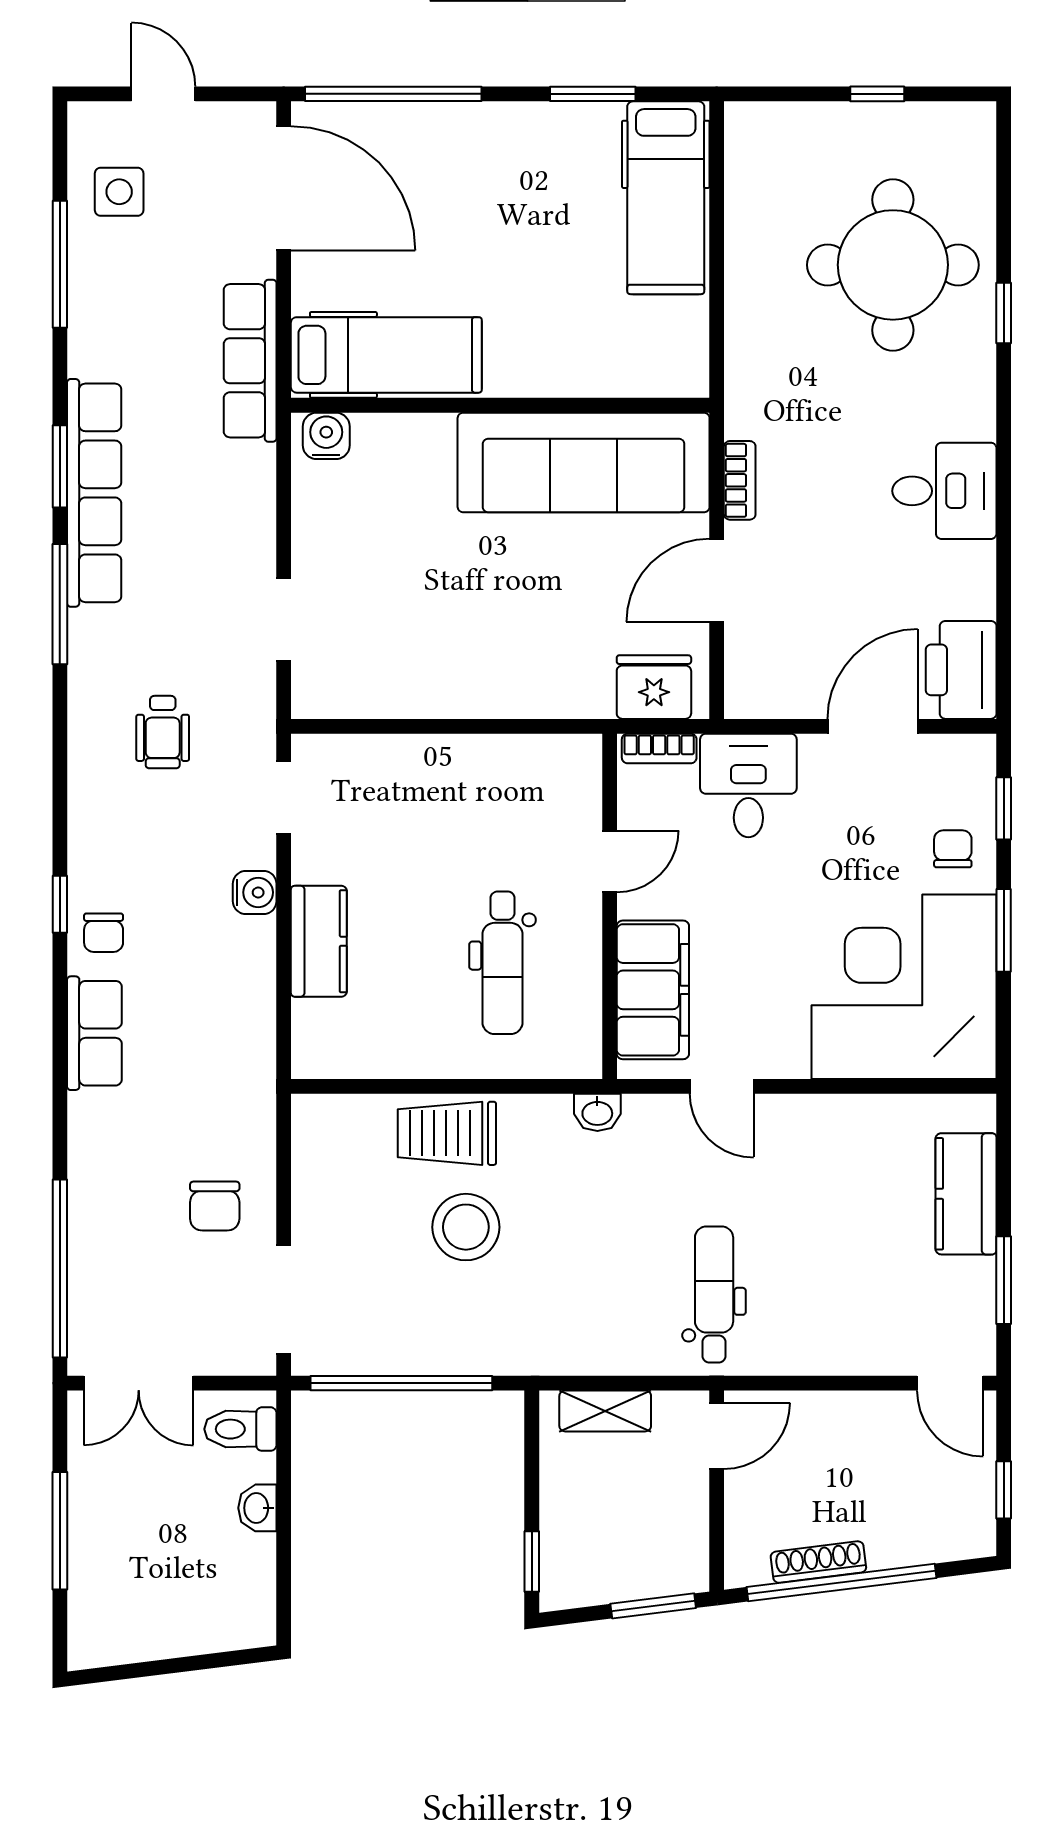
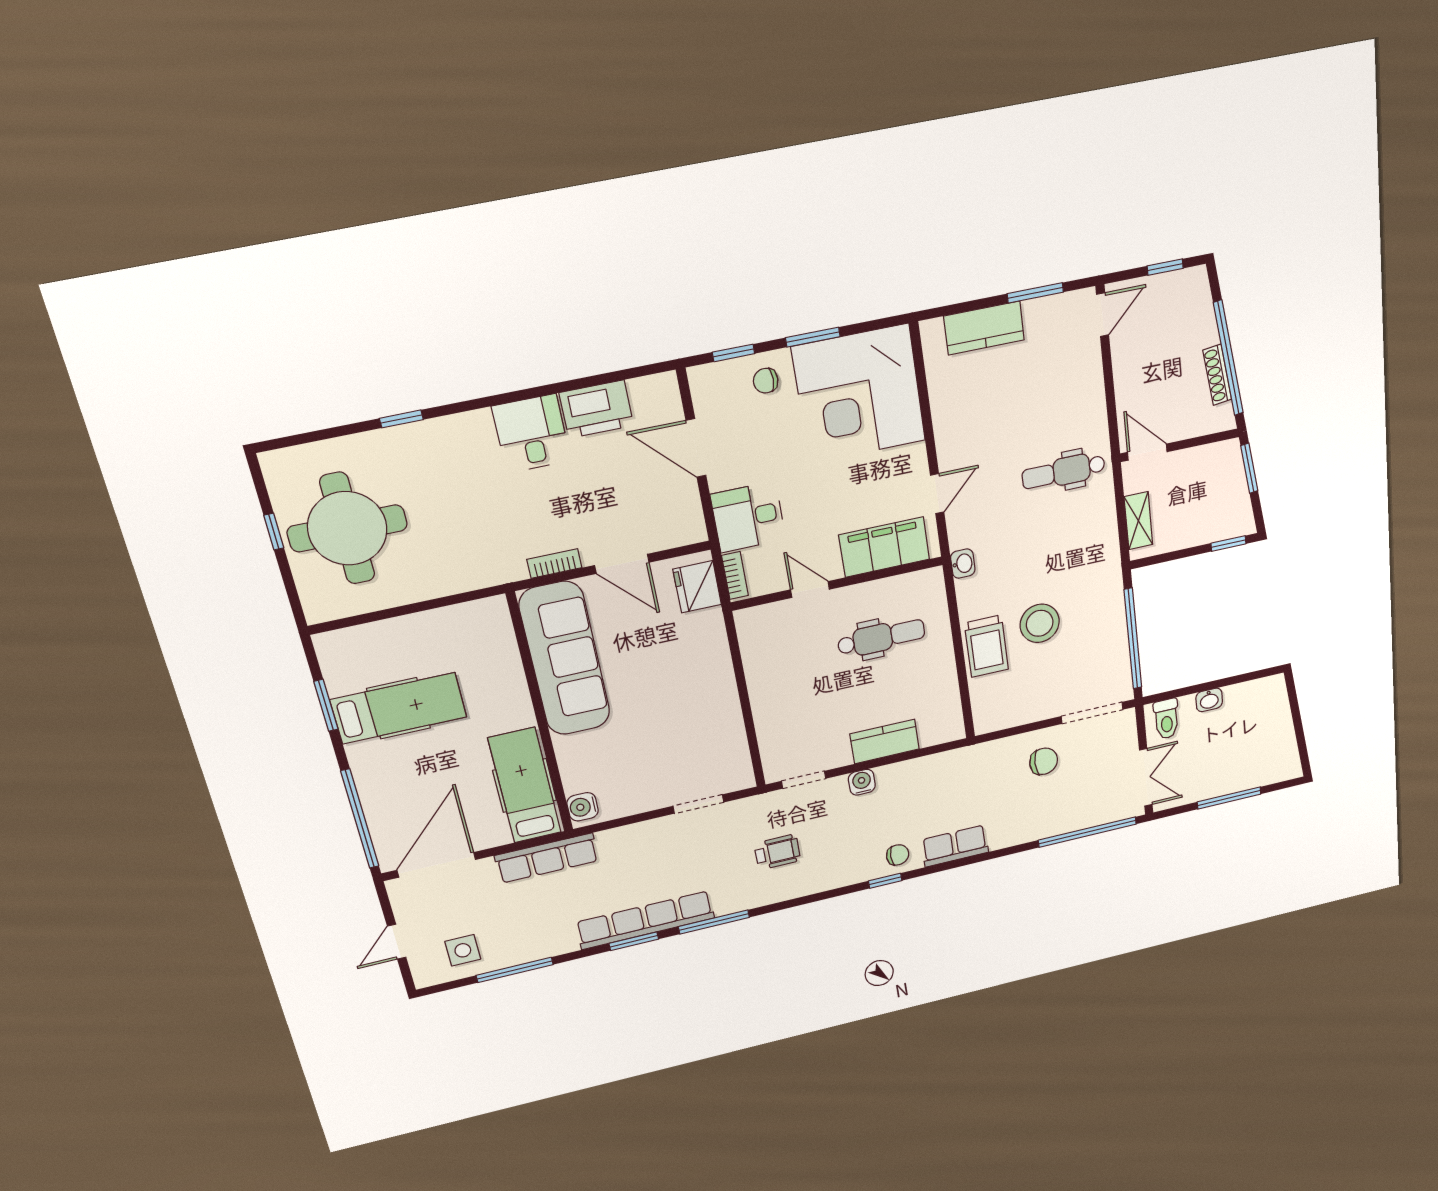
hospital bed: (666, 198) -> (399, 708), moved
round table: (893, 265) -> (347, 528), moved
printer: (961, 670) -> (596, 409), moved

